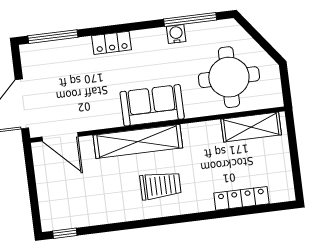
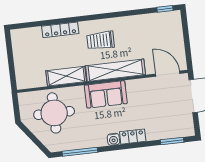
water cooler: (176, 34) -> (113, 139), moved
window: (53, 37) -> (172, 141), width x0.69
shelving: (251, 127) -> (66, 76), moved
locker: (241, 198) -> (60, 30), moved

